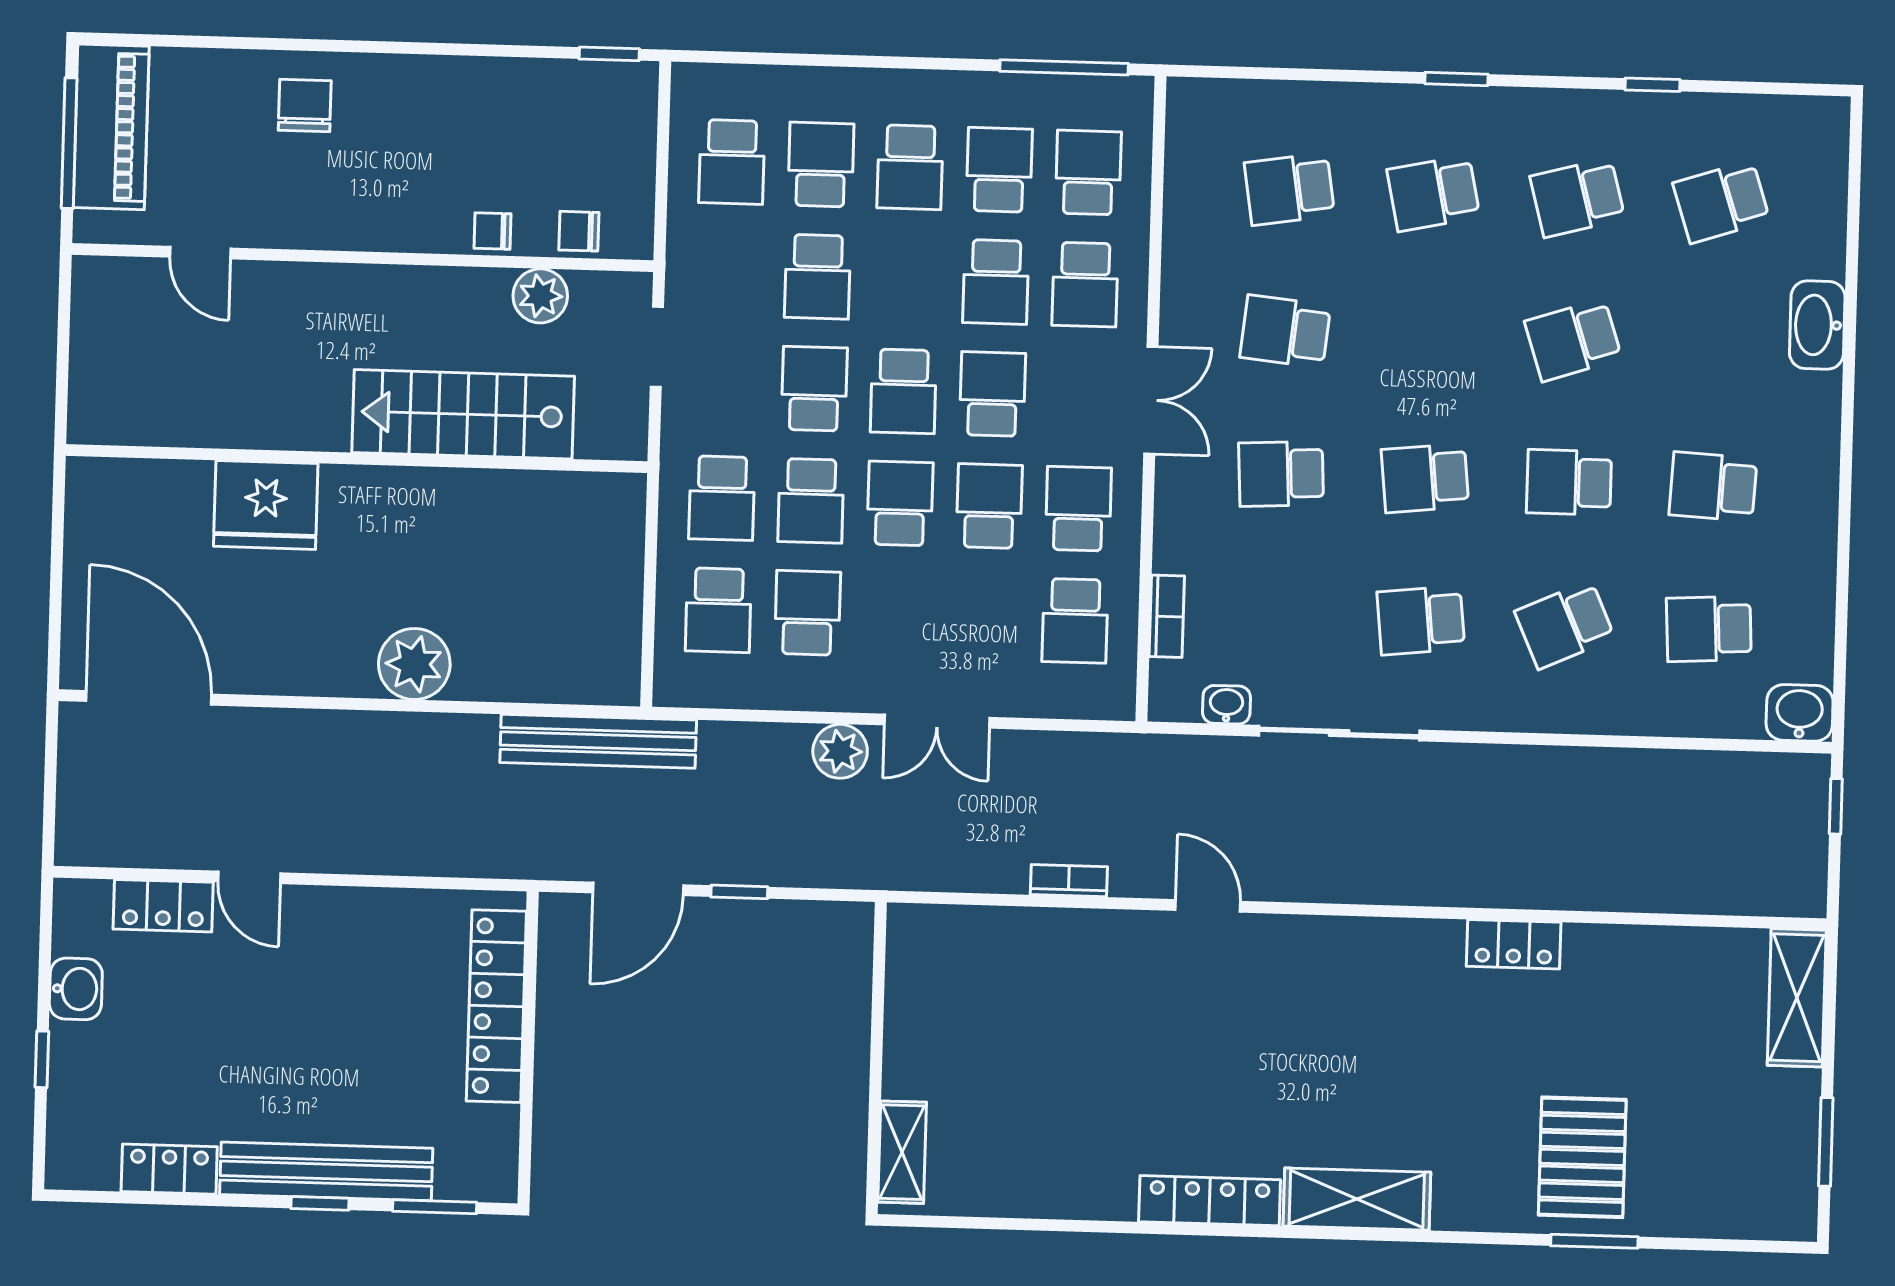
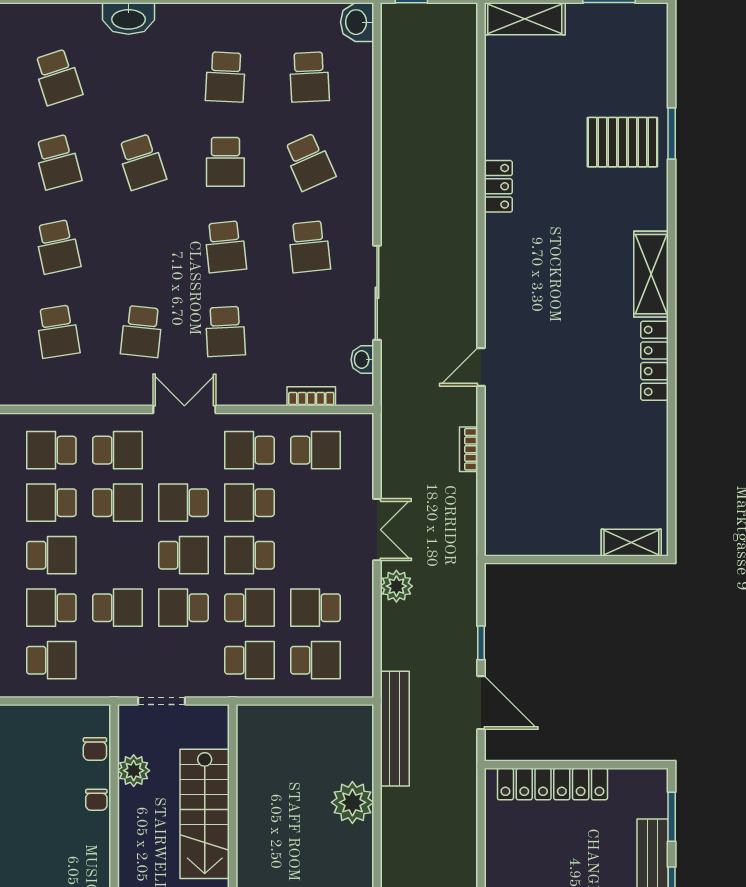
plant: (414, 664) -> (352, 802), moved

